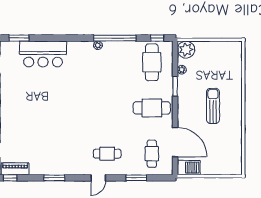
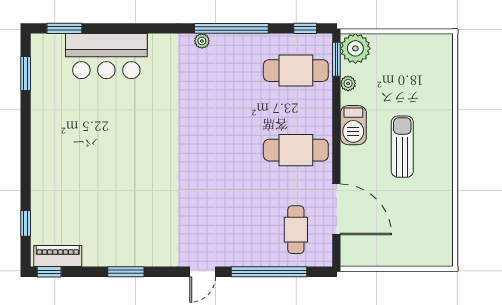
cafe table: (152, 62) -> (296, 71), turned 90
window: (175, 86) -> (336, 59), moved
cafe table: (107, 154) -> (218, 230), removed
barbecue: (189, 168) -> (353, 125), moved, turned 90
window: (136, 178) -> (269, 272), width x2.11

